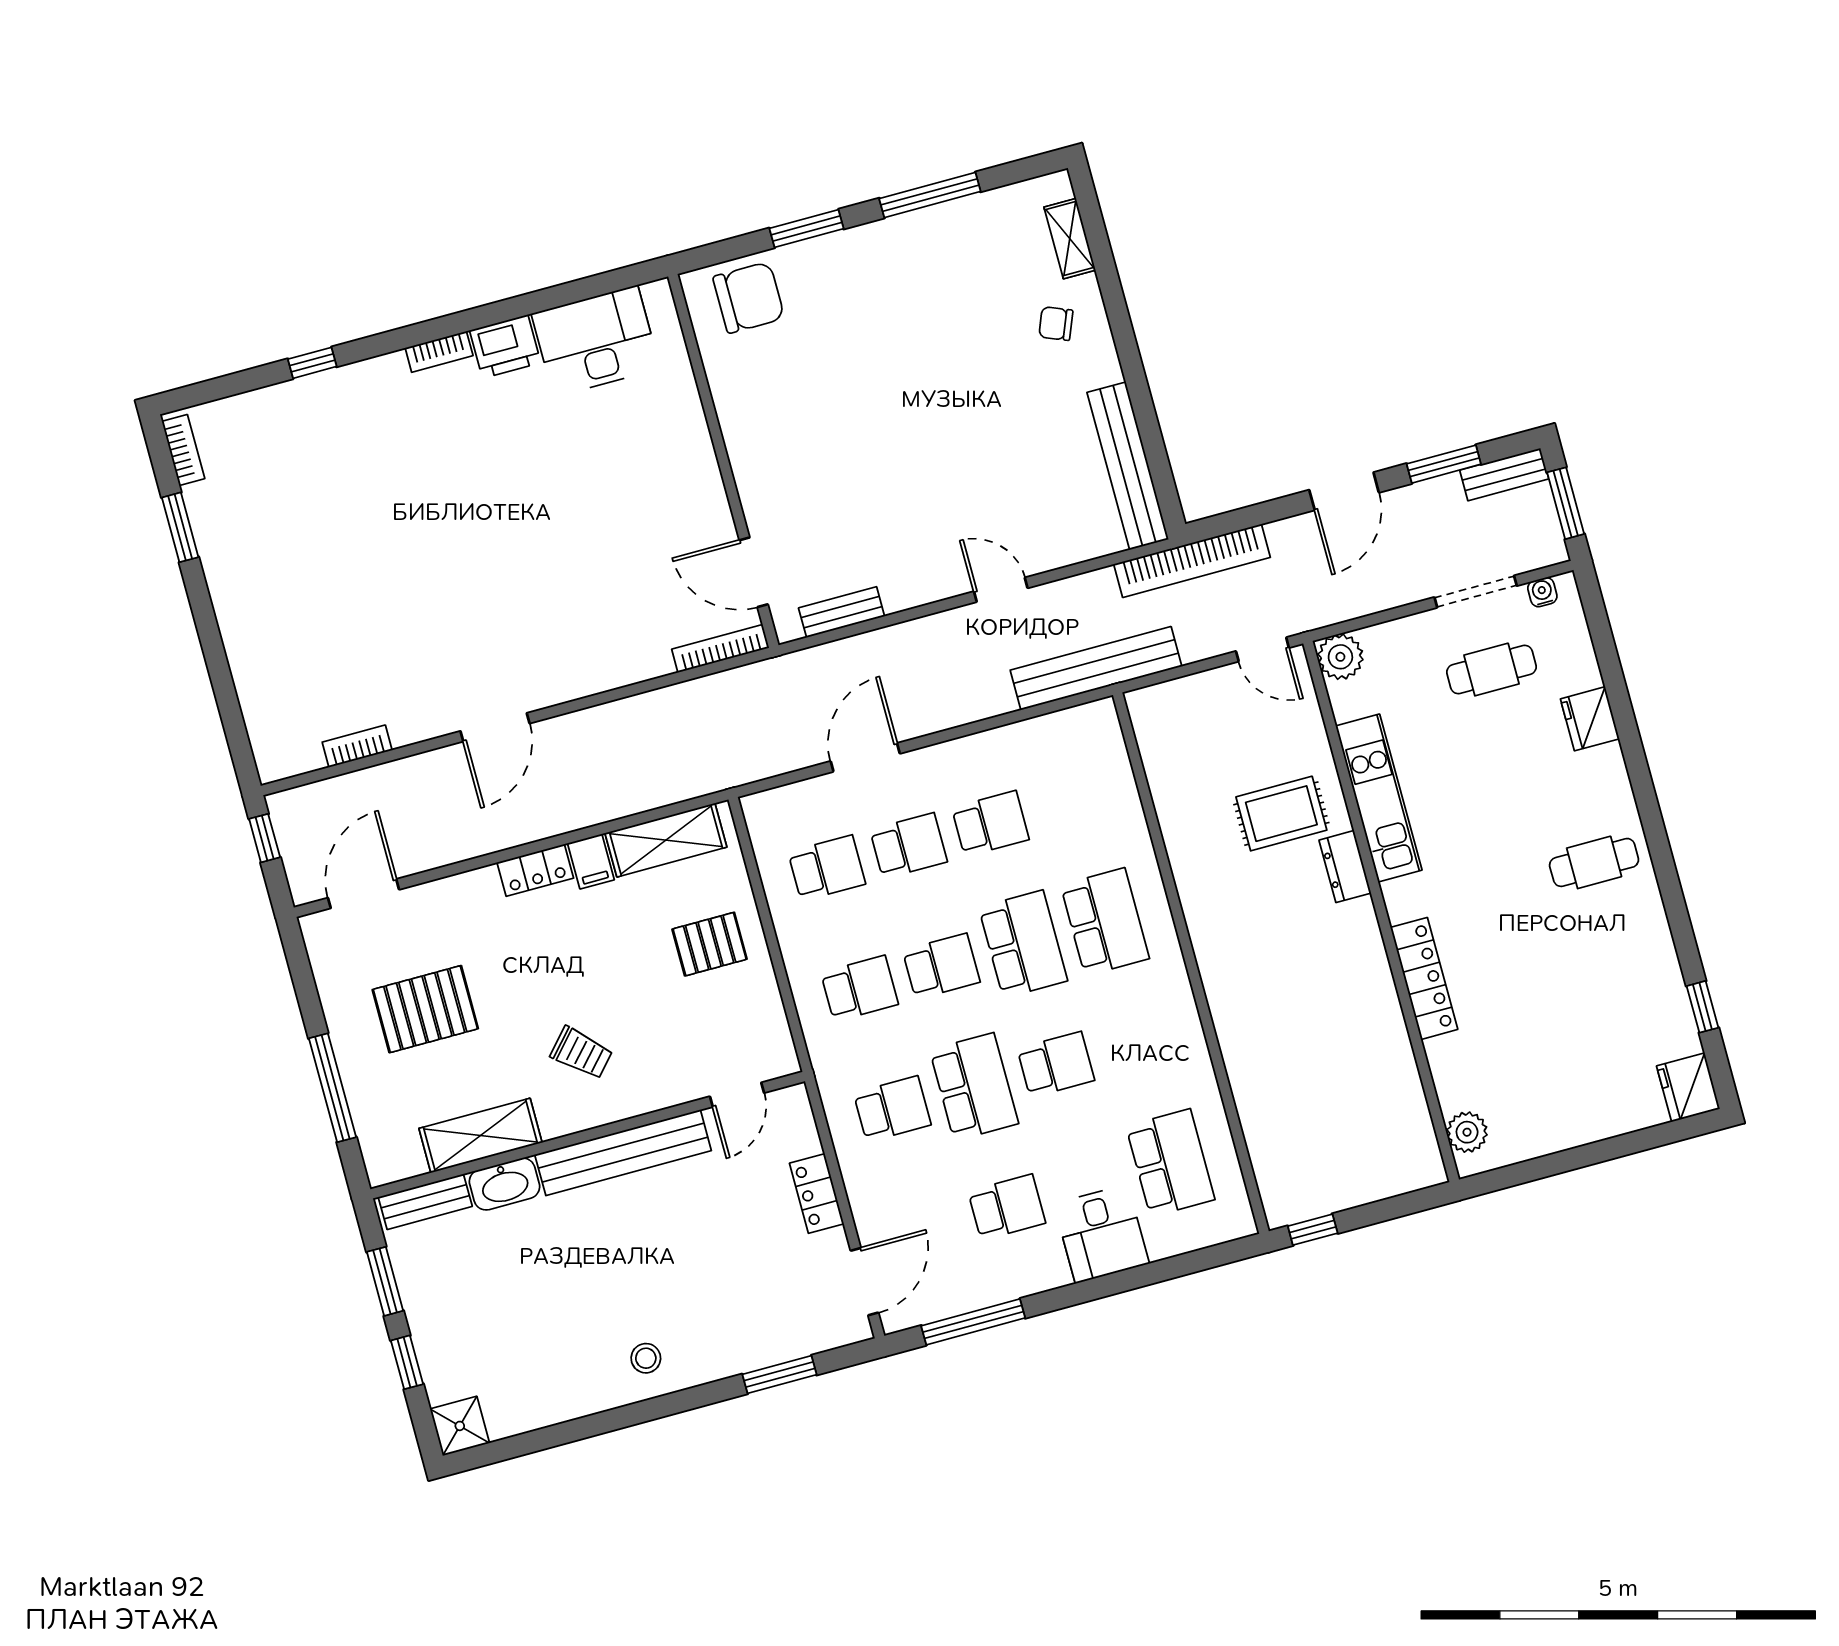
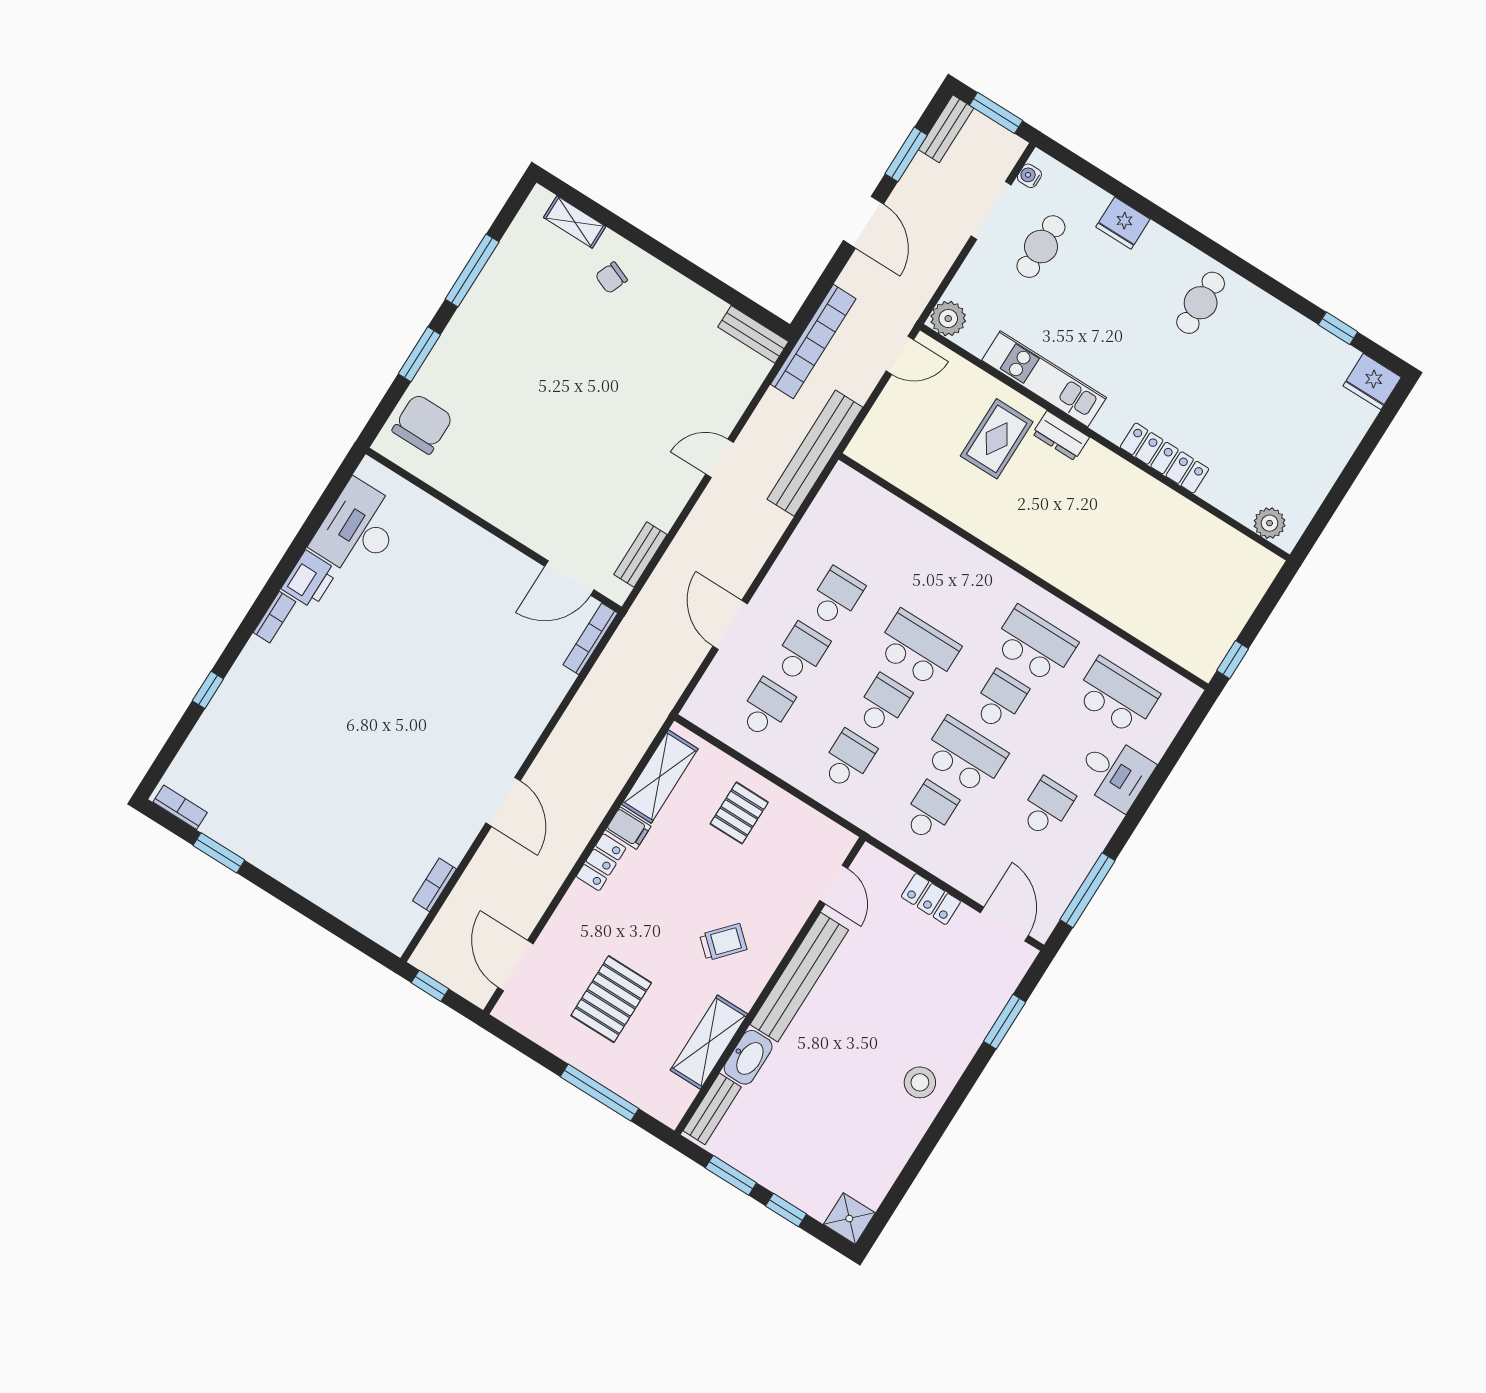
bench: (1128, 466) -> (753, 334), width x0.54, depth x0.82
school desk: (1105, 922) -> (1035, 645), moved
stool: (646, 1358) -> (920, 1082), width x1.37, depth x1.37

